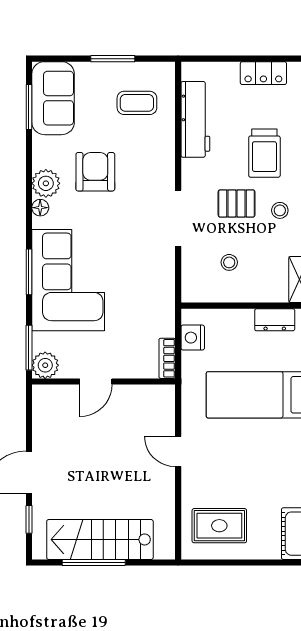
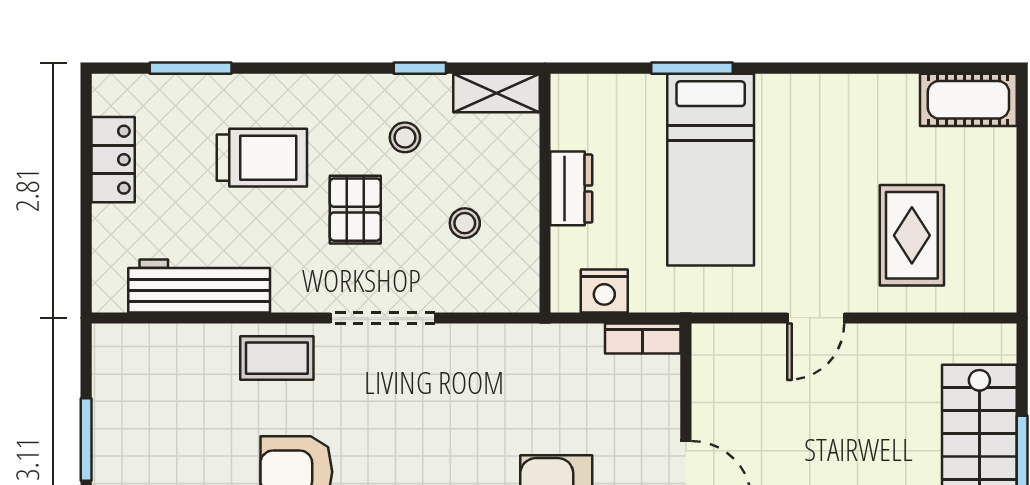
coffee table: (137, 103) -> (277, 358), moved, turned 90
stool: (280, 210) -> (405, 137), moved
dresser: (275, 320) -> (571, 188), moved
rug: (219, 526) -> (912, 235), moved

